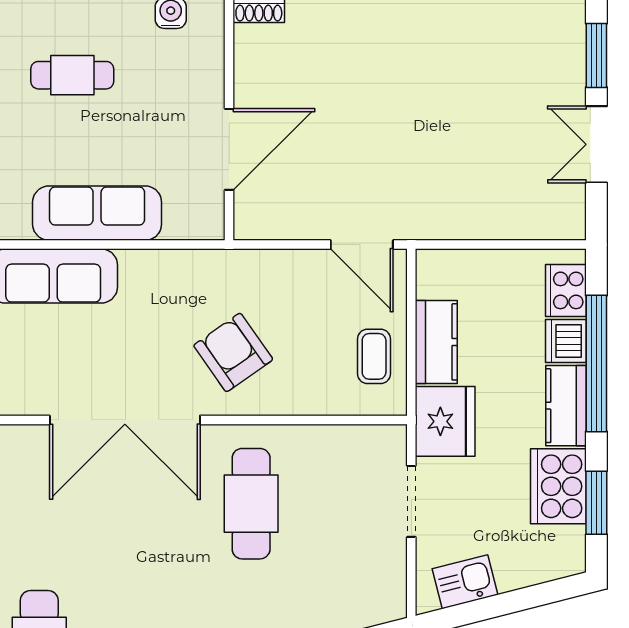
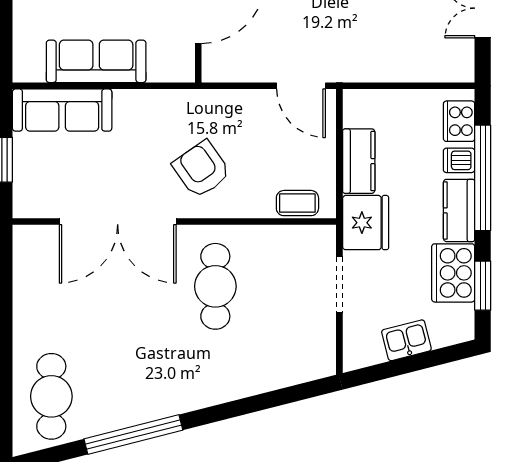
dishwasher: (566, 341) -> (459, 160), width x0.73
coffee table: (374, 356) -> (297, 203), moved, turned 90
kitchen sink: (465, 582) -> (406, 340), moved

